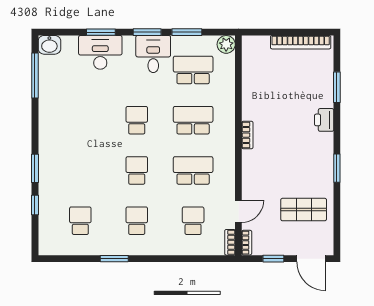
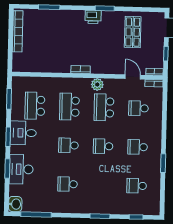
window: (187, 32) -> (9, 99), moved
plant: (226, 44) -> (97, 84), moved
school desk: (80, 120) -> (68, 184), added
printer: (324, 120) -> (93, 17), moved
window: (35, 205) -> (136, 217), moved

